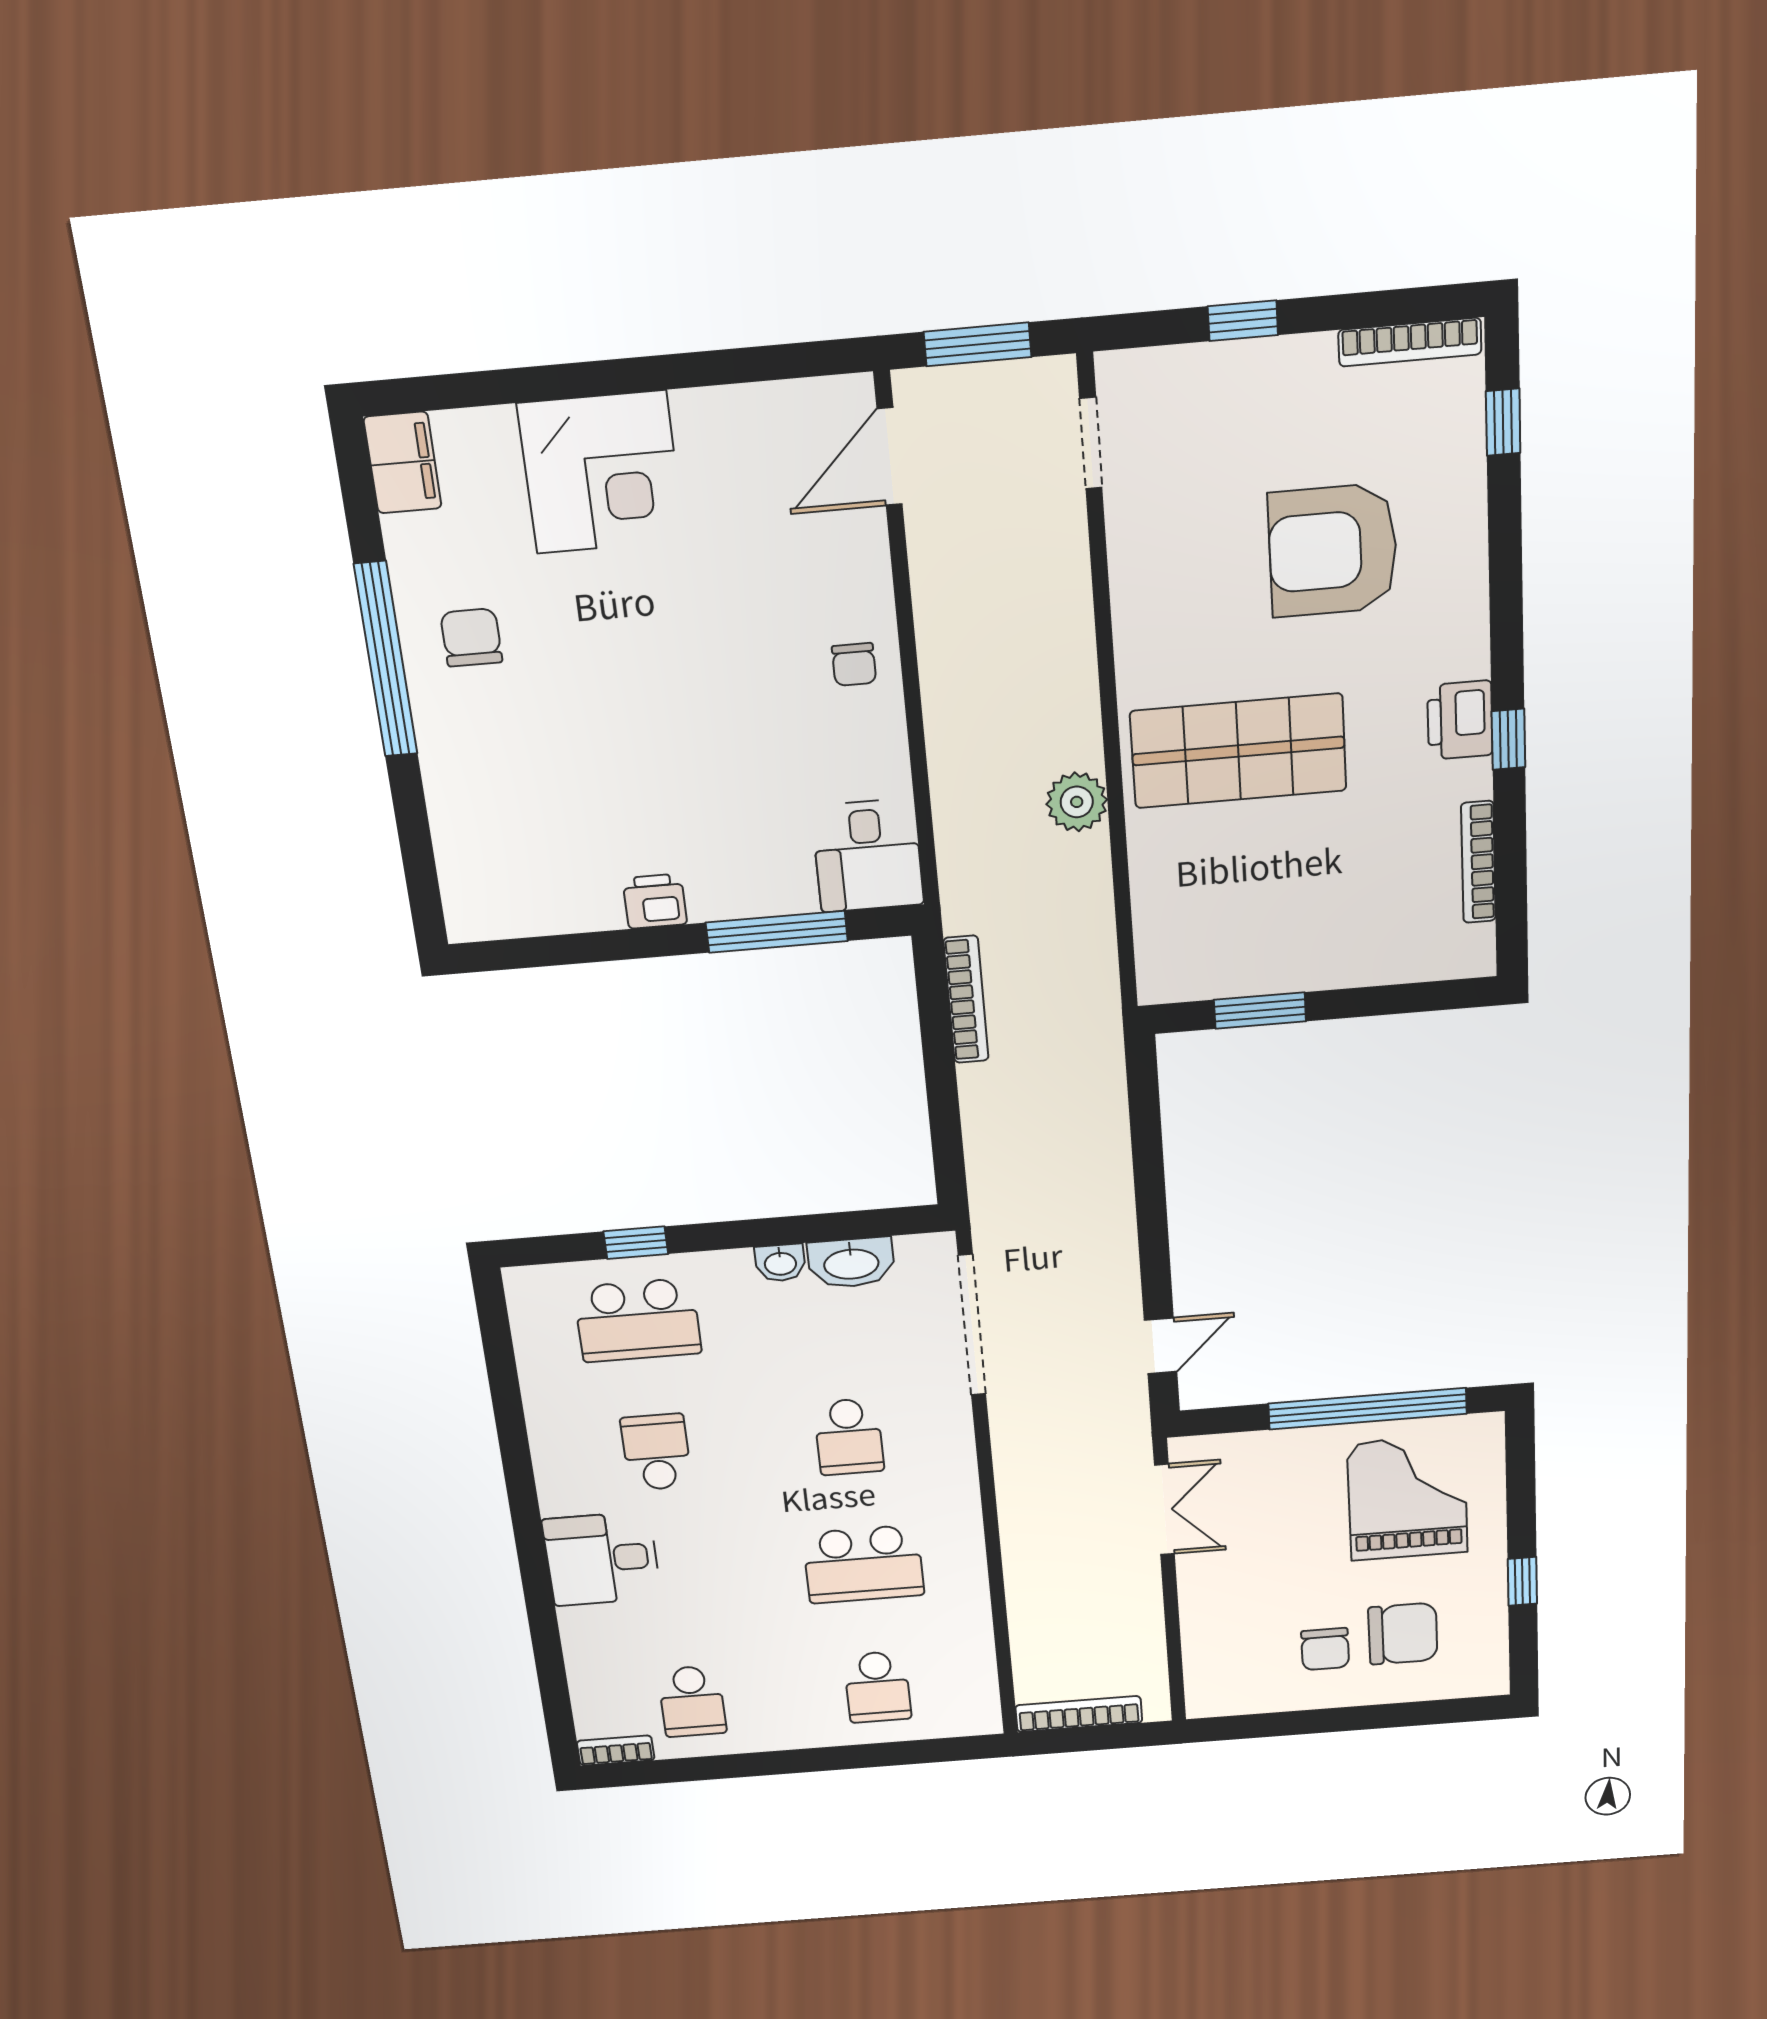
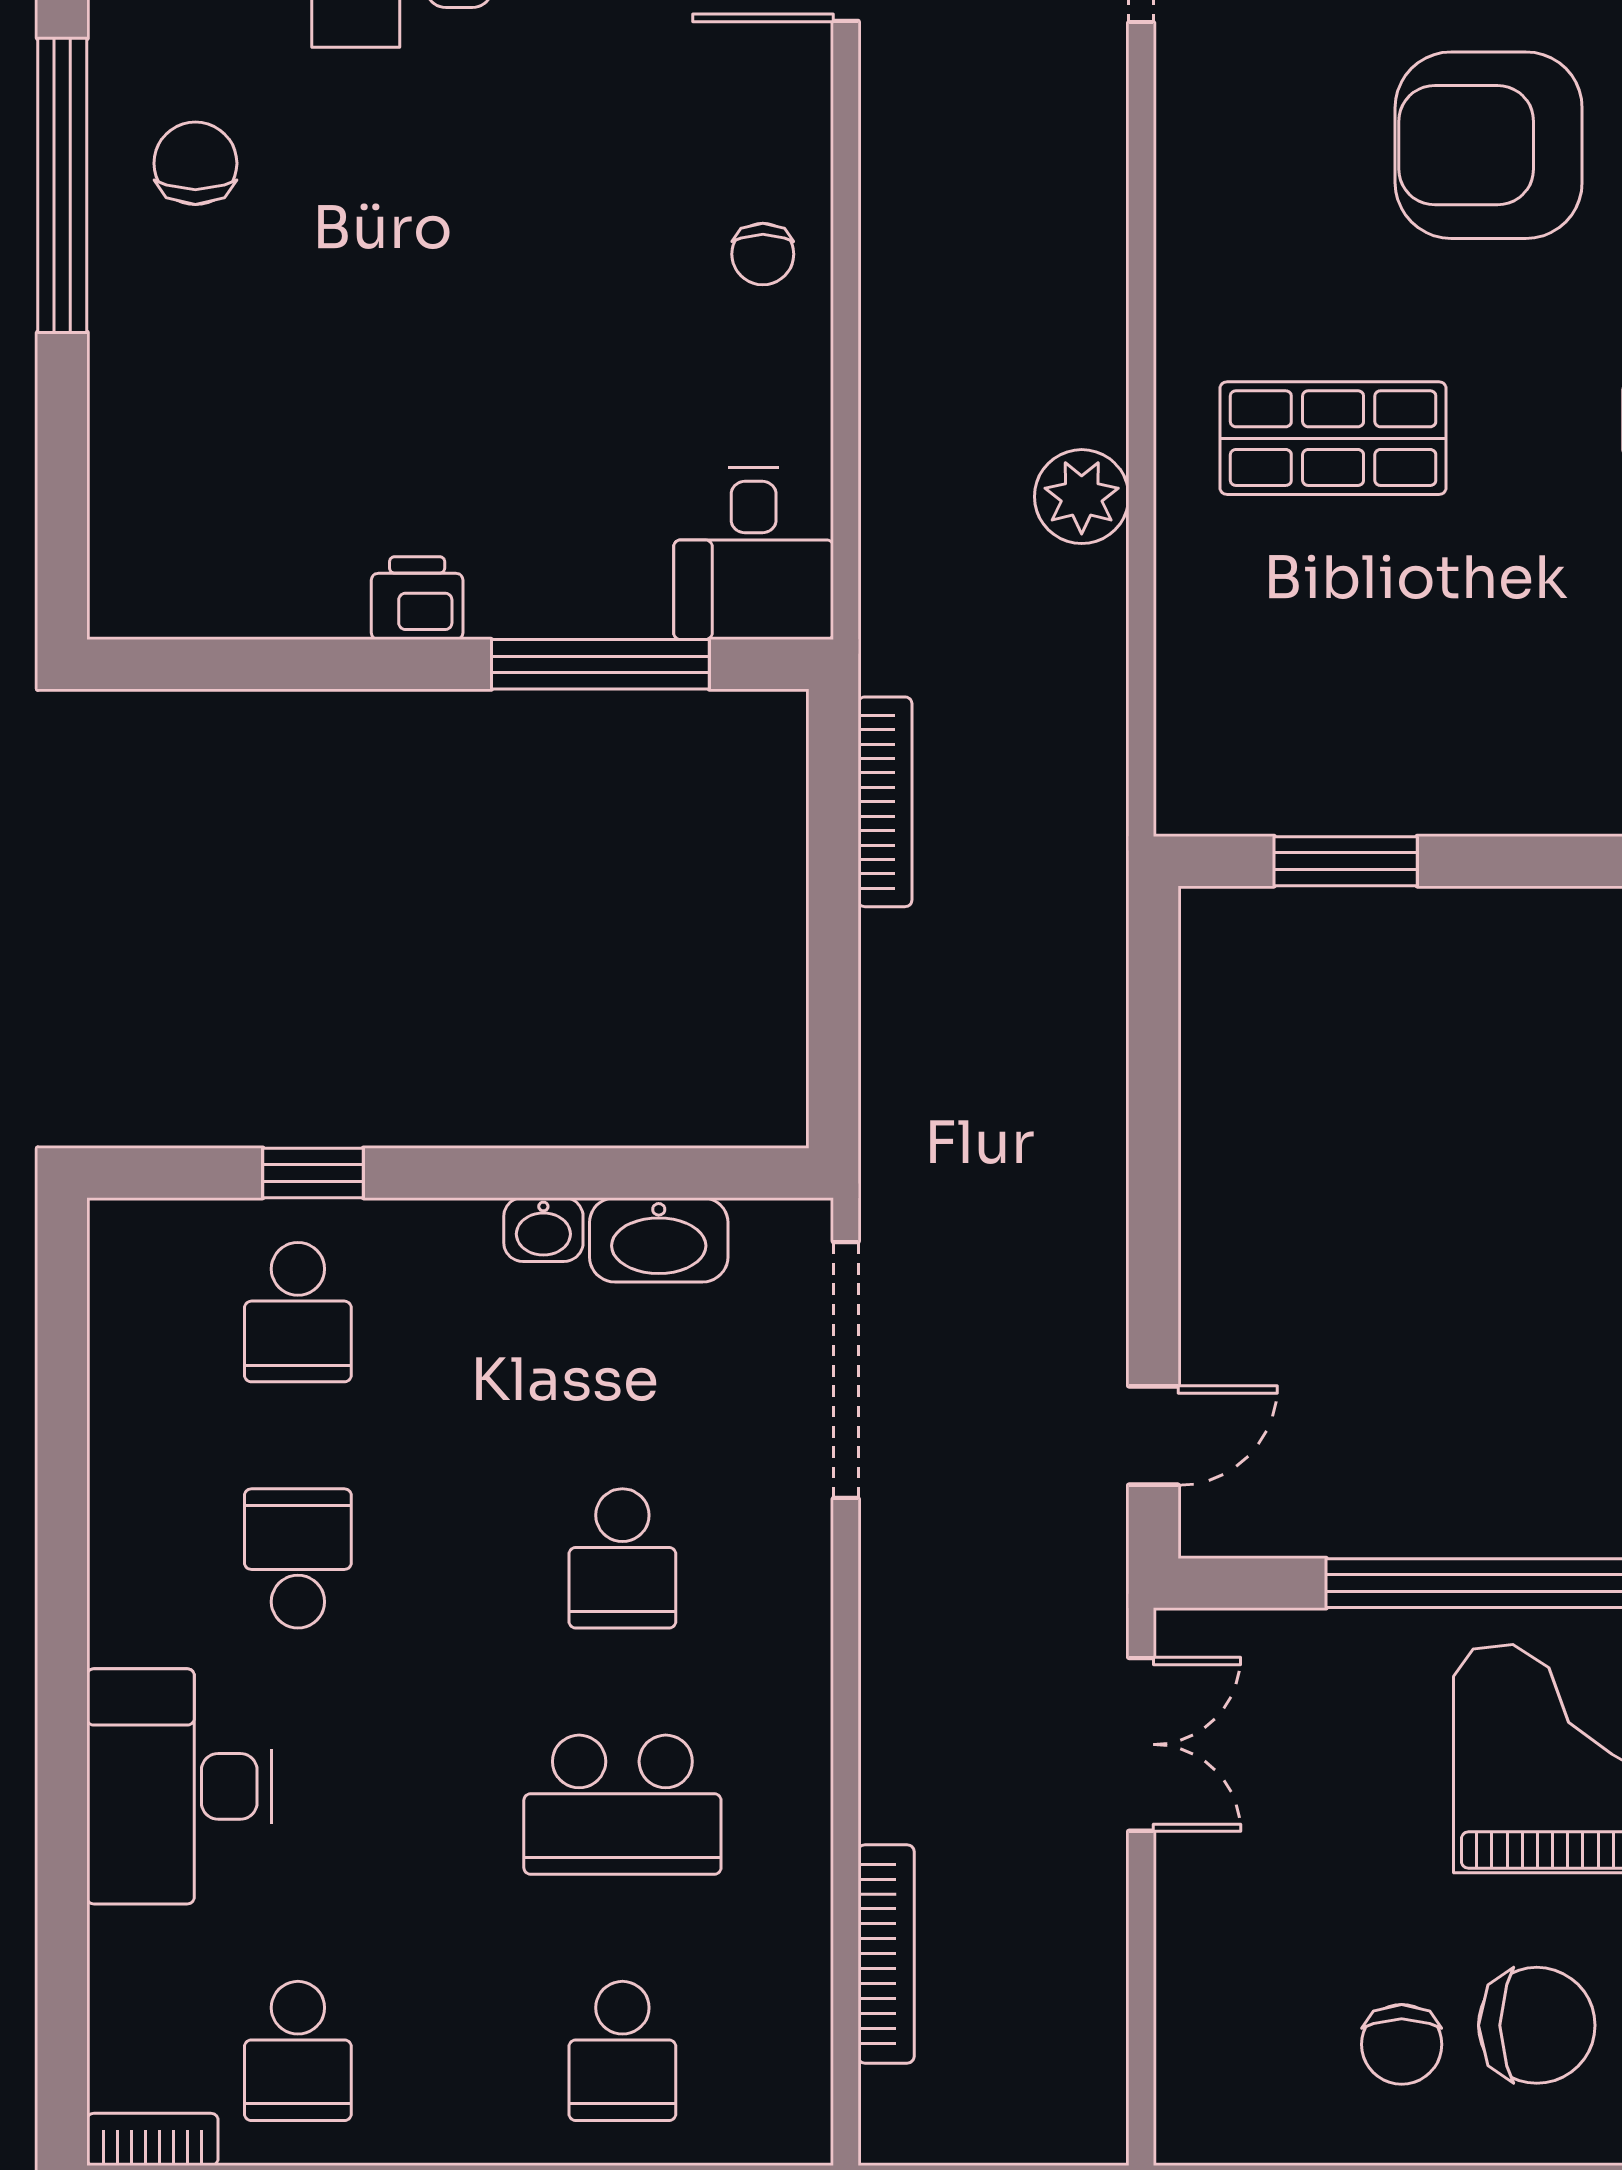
shop shelf: (1238, 751) -> (1333, 438), width x0.70, depth x0.74
school desk: (638, 1320) -> (298, 1312), width x0.54
desk: (602, 1559) -> (179, 1786), width x1.37
bookcase: (1079, 1714) -> (886, 1954), moved, turned 90

